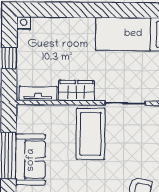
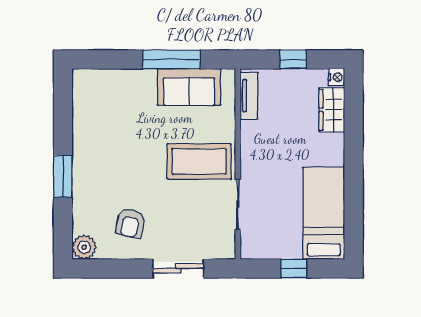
wardrobe: (76, 91) -> (332, 110), moved, turned 180
sofa: (31, 160) -> (189, 87), moved

